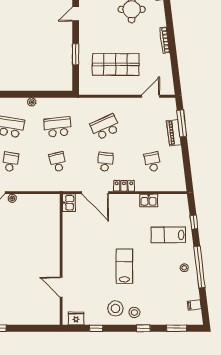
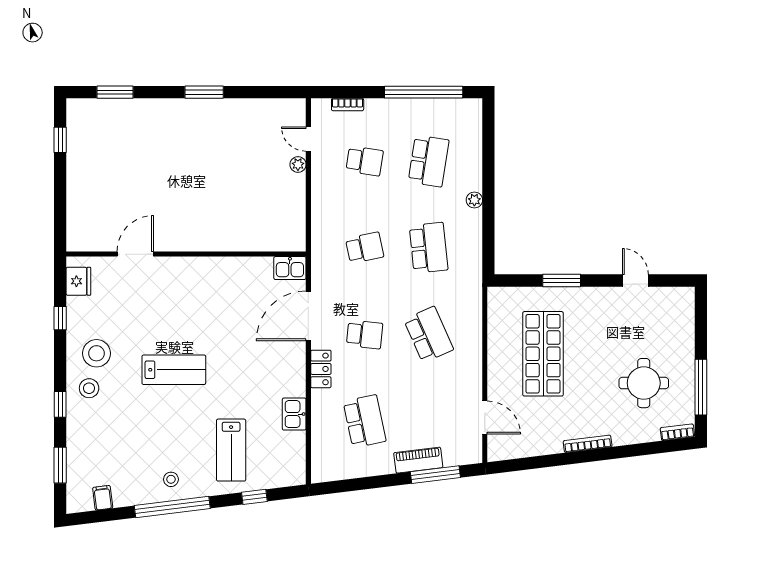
school desk: (153, 162) -> (365, 421), width x1.85
lab bench: (168, 235) -> (231, 450), turned 180

